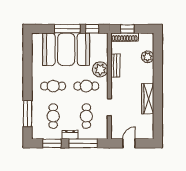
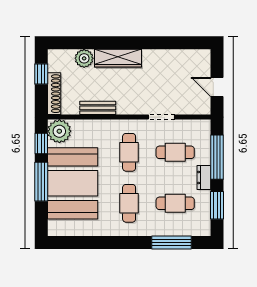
window: (127, 29) -> (41, 74), moved
plant: (100, 69) -> (59, 131), moved
wardrobe: (148, 99) -> (118, 58), moved

